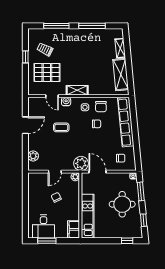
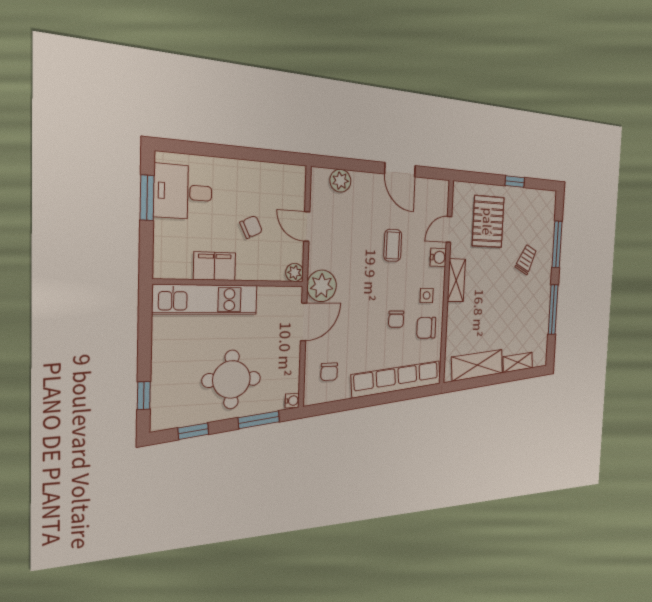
trolley: (45, 49) -> (526, 259), moved
filing cabinet: (73, 229) -> (215, 266), moved

